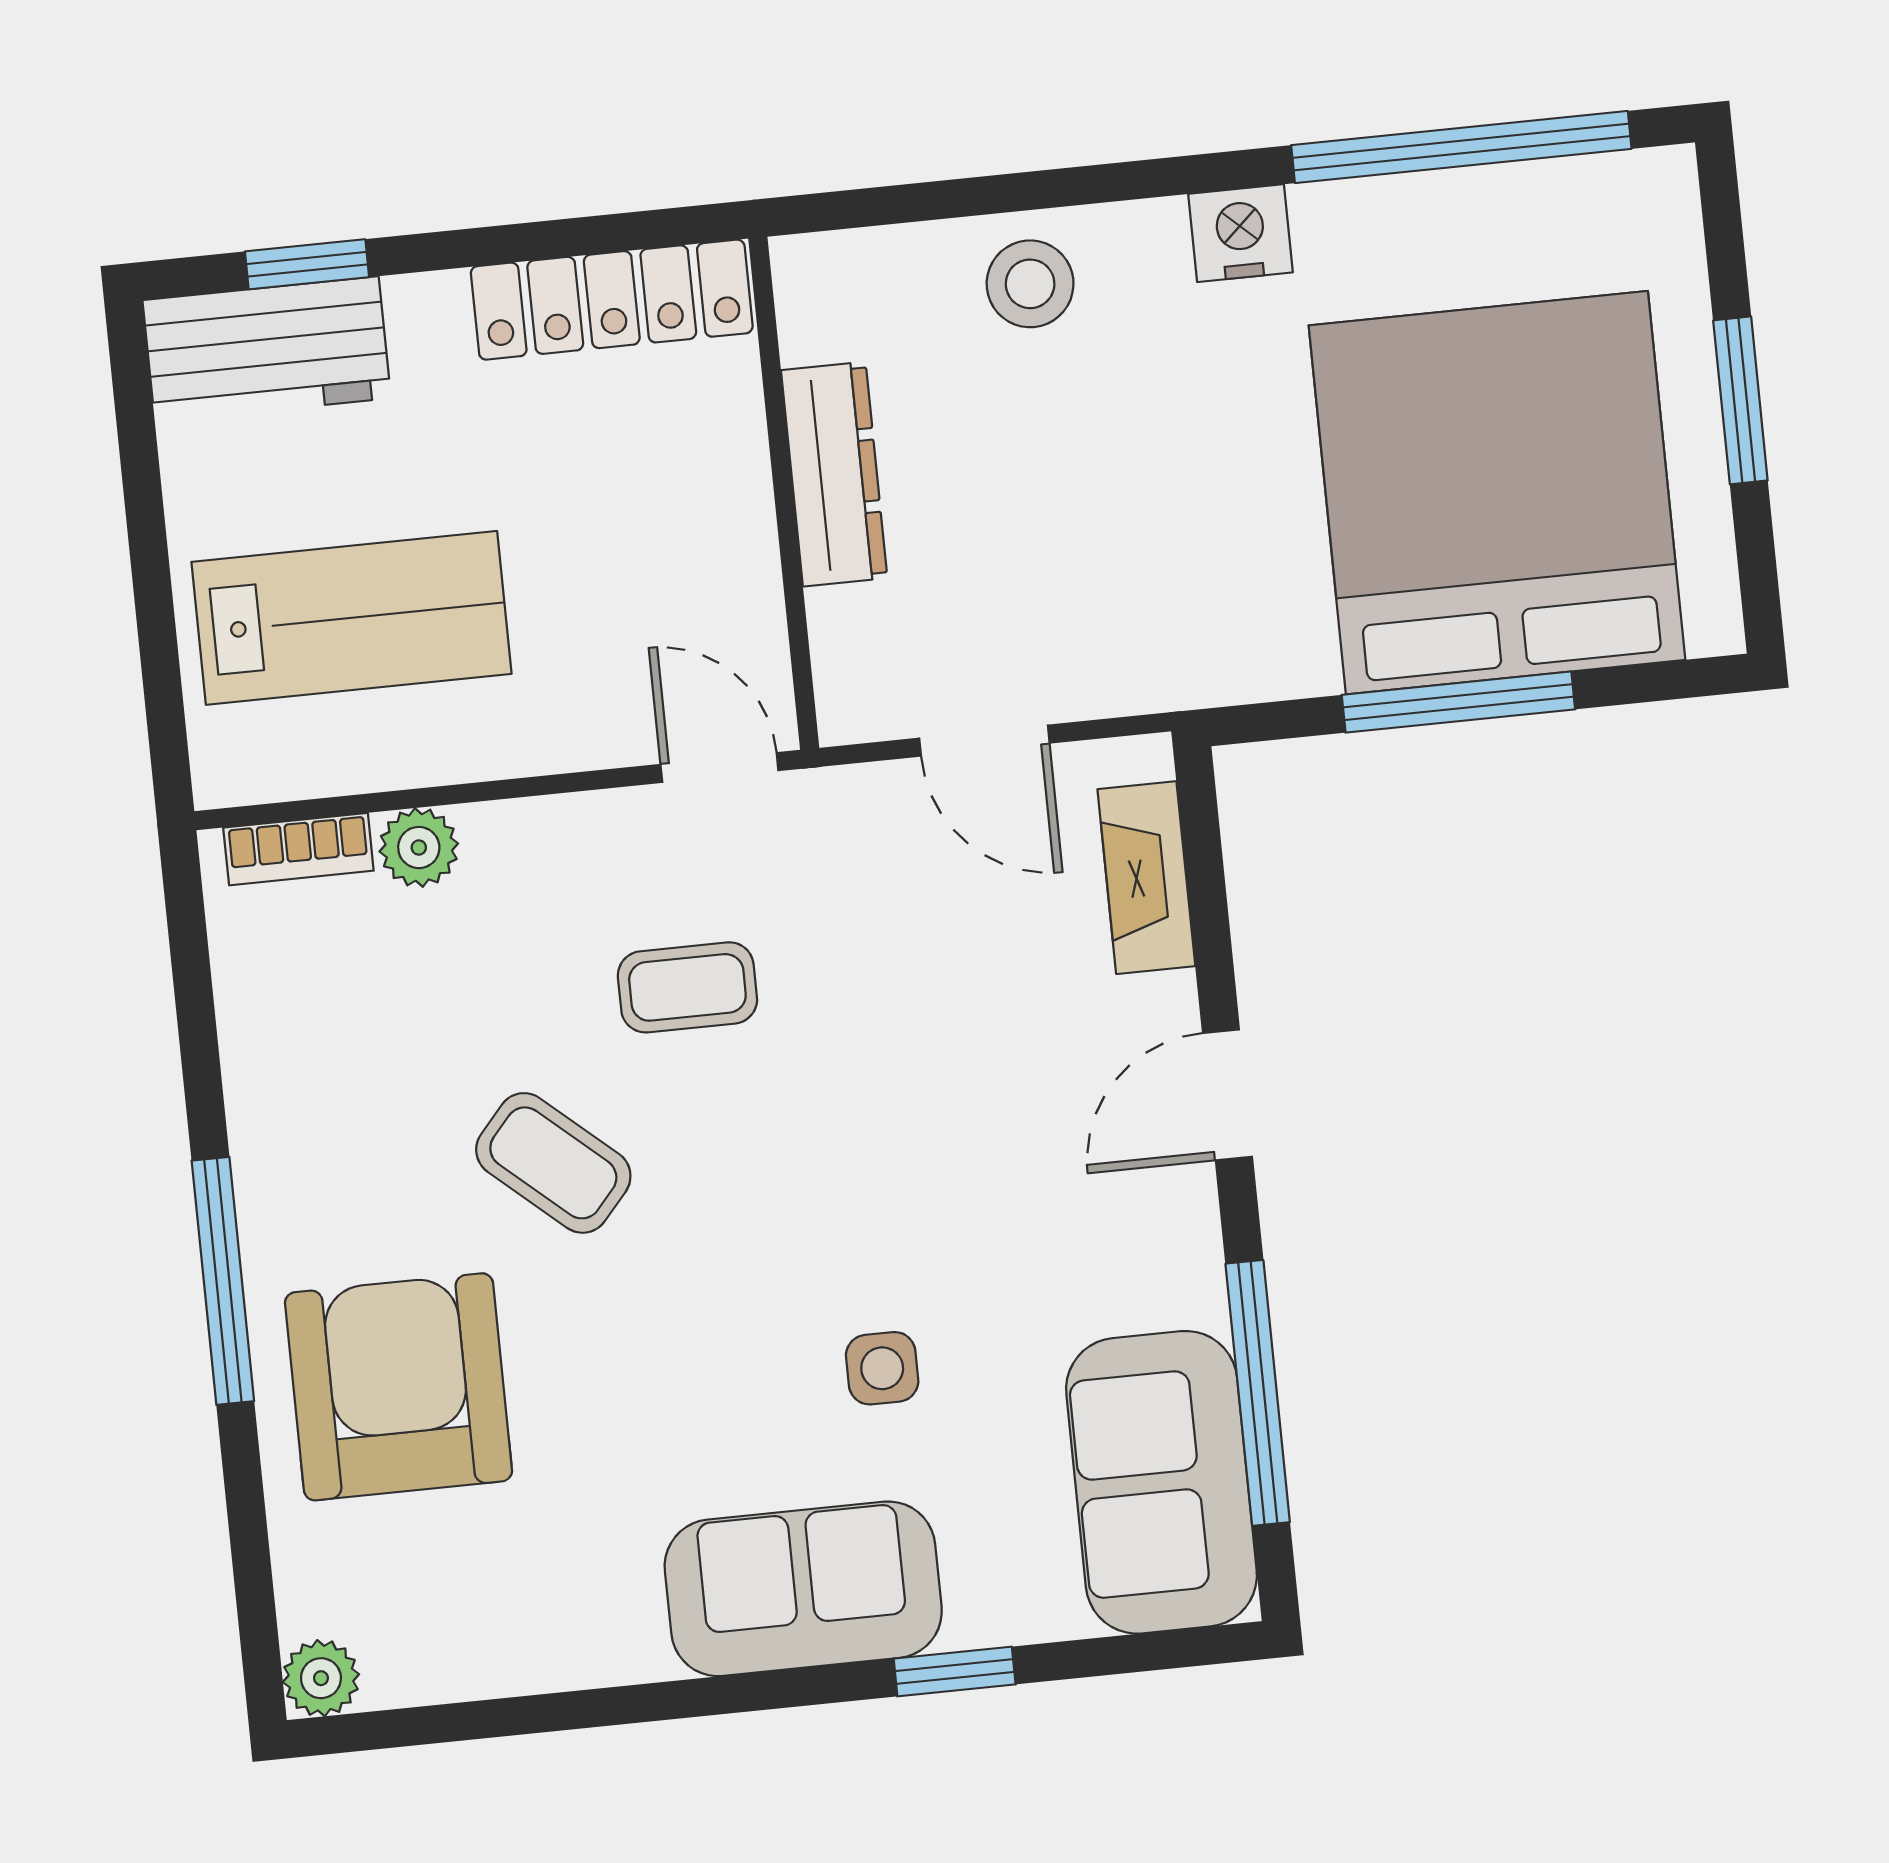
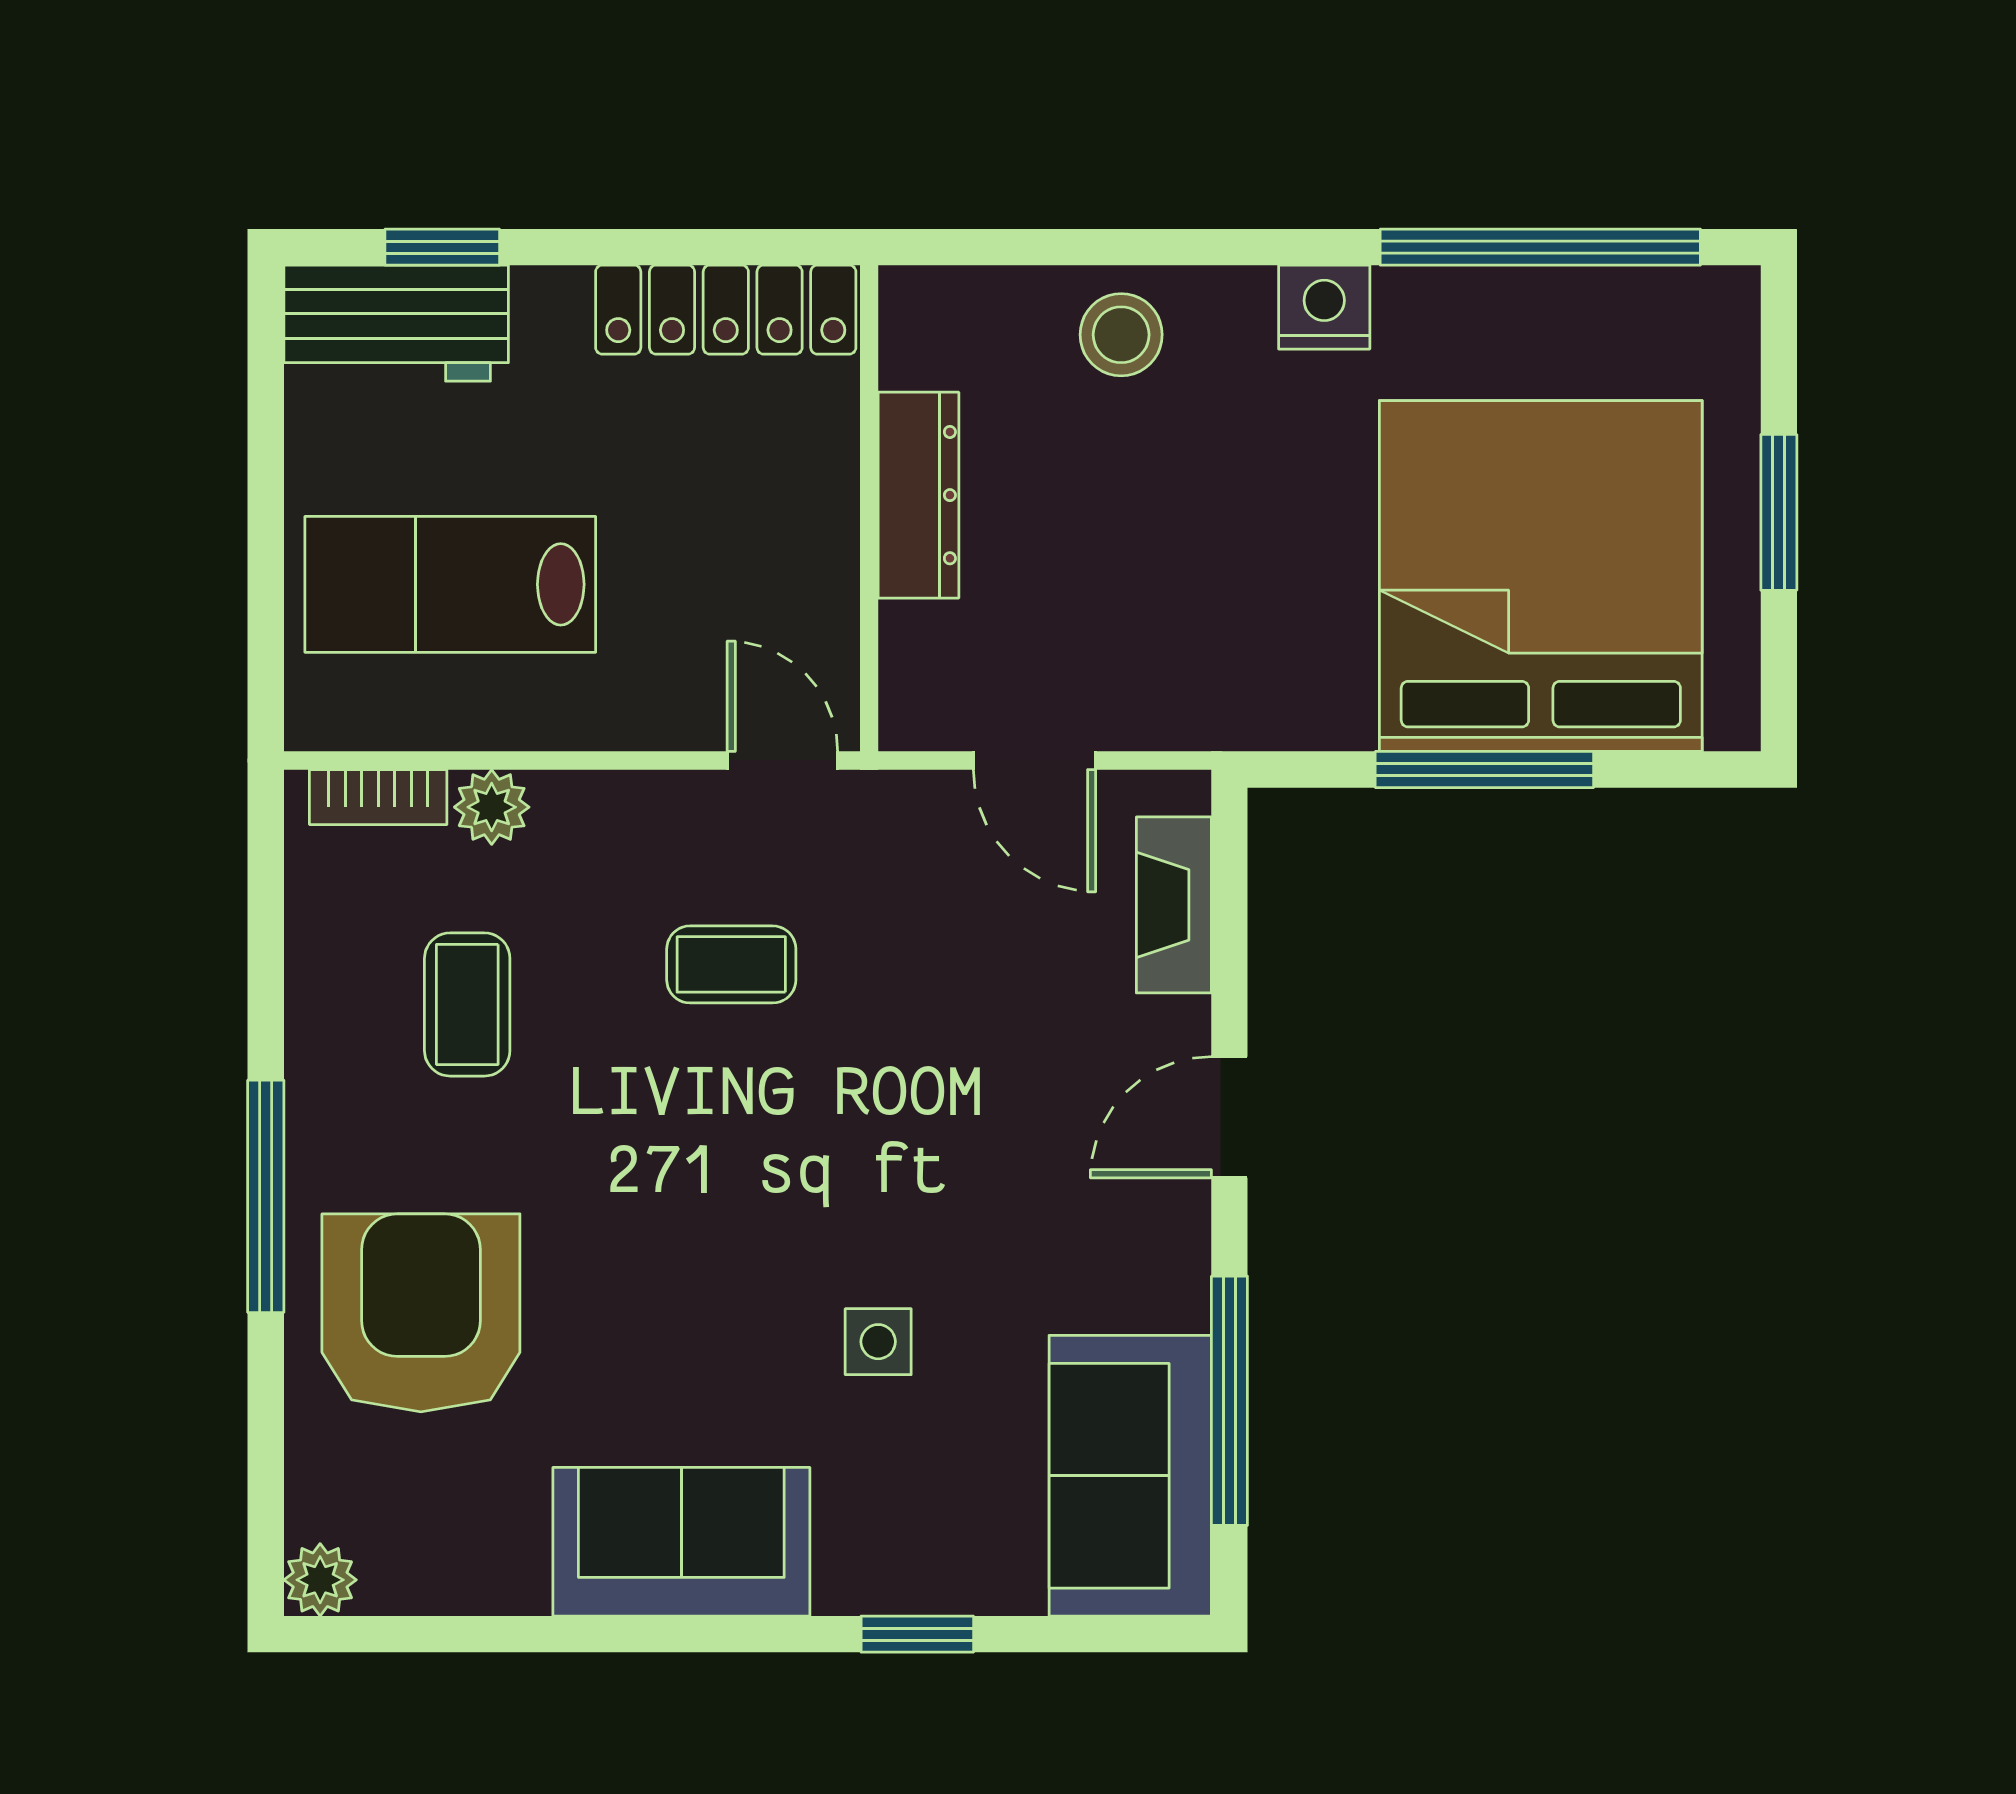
lab bench: (351, 618) -> (450, 584), turned 180
coffee table: (553, 1163) -> (467, 1004), moved, turned 49
sofa: (803, 1589) -> (681, 1542), moved

